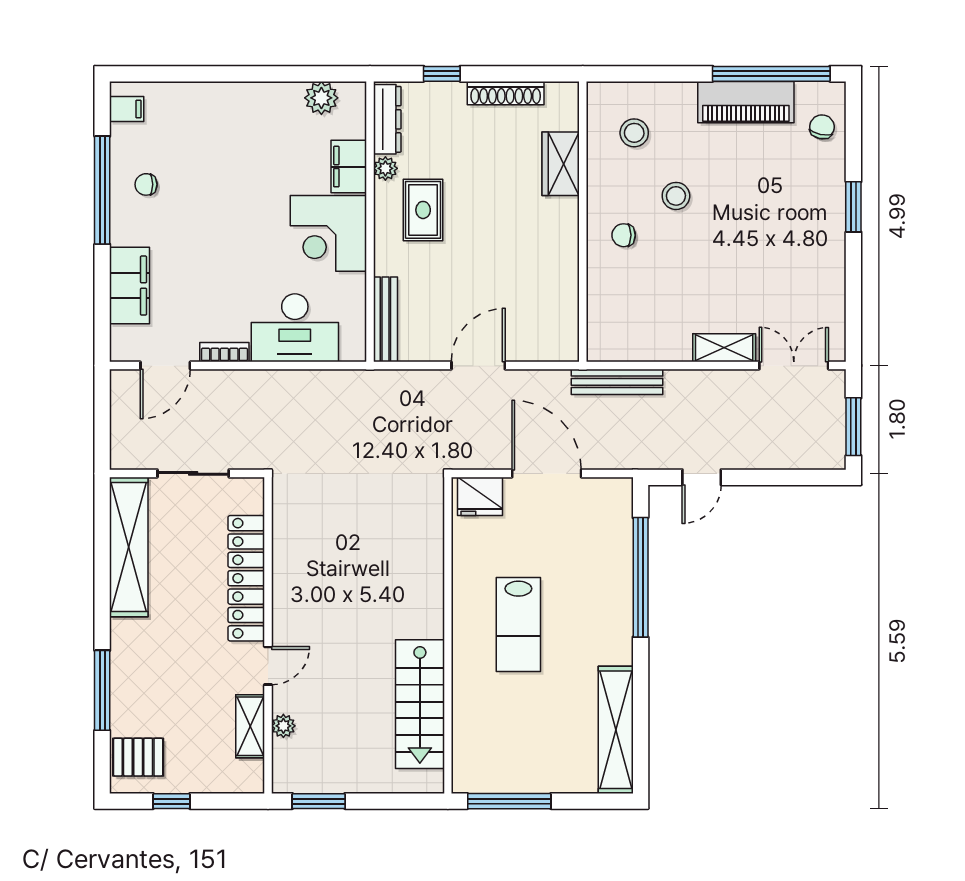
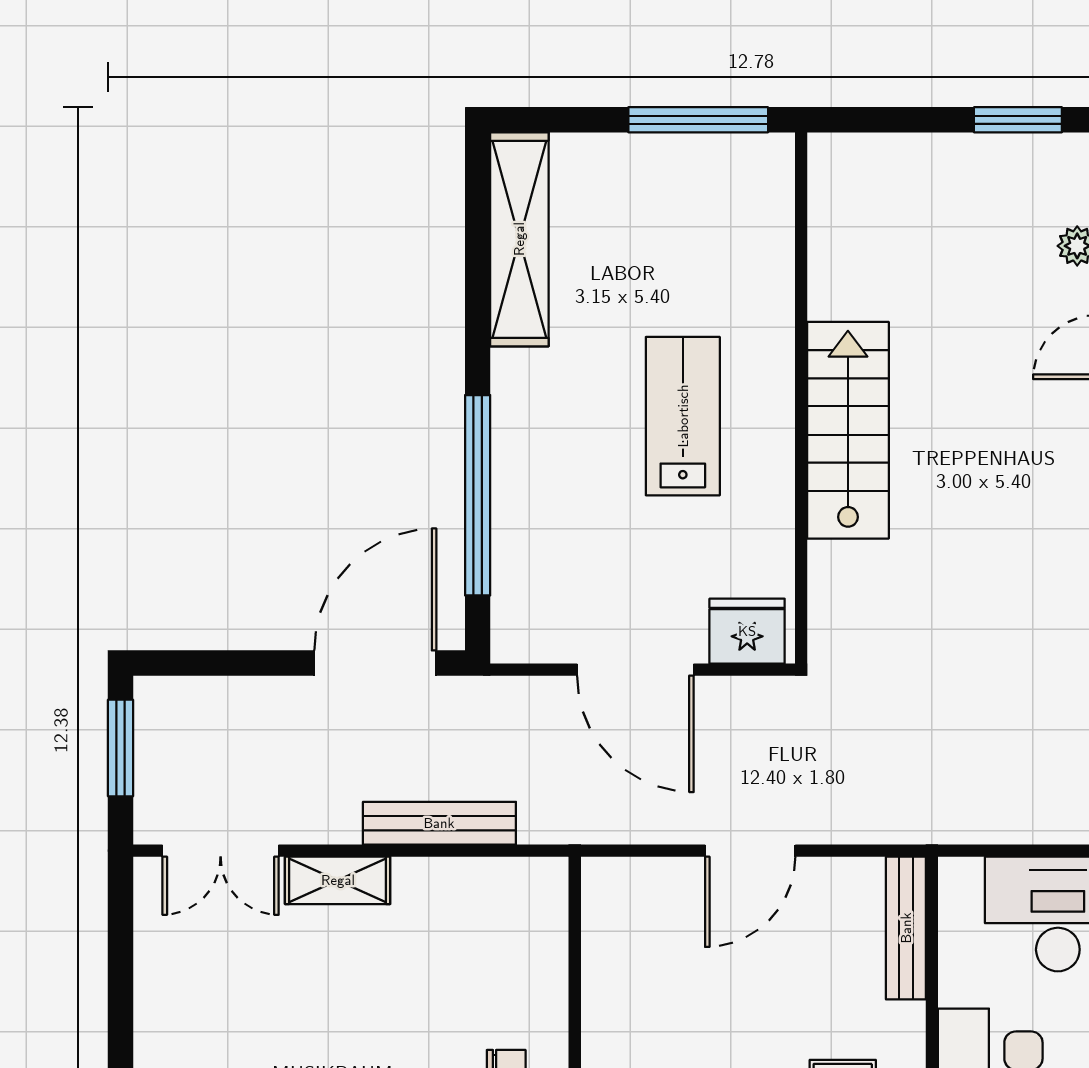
bench: (617, 382) -> (439, 823), moved
door: (702, 477) -> (375, 663), width x1.88
stairs: (420, 704) -> (848, 430), moved

